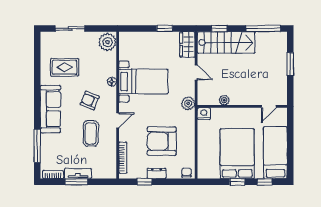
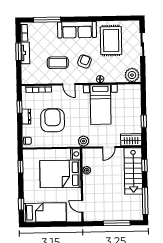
window: (290, 64) -> (117, 223), width x1.44
rug: (64, 67) -> (111, 41), width x1.36, depth x1.43
bed: (237, 154) -> (60, 174), moved, turned 180
window: (237, 182) -> (20, 167), moved

